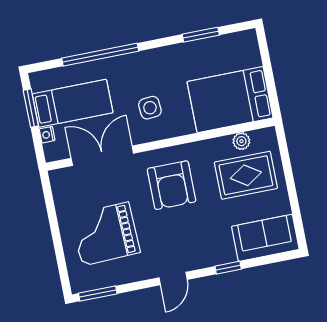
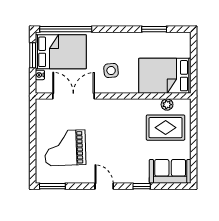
window: (100, 55) -> (66, 29), moved
bed: (73, 103) -> (61, 52), width x1.50
armchair: (172, 185) -> (115, 124), removed
door: (173, 279) -> (104, 186), swing flipped

